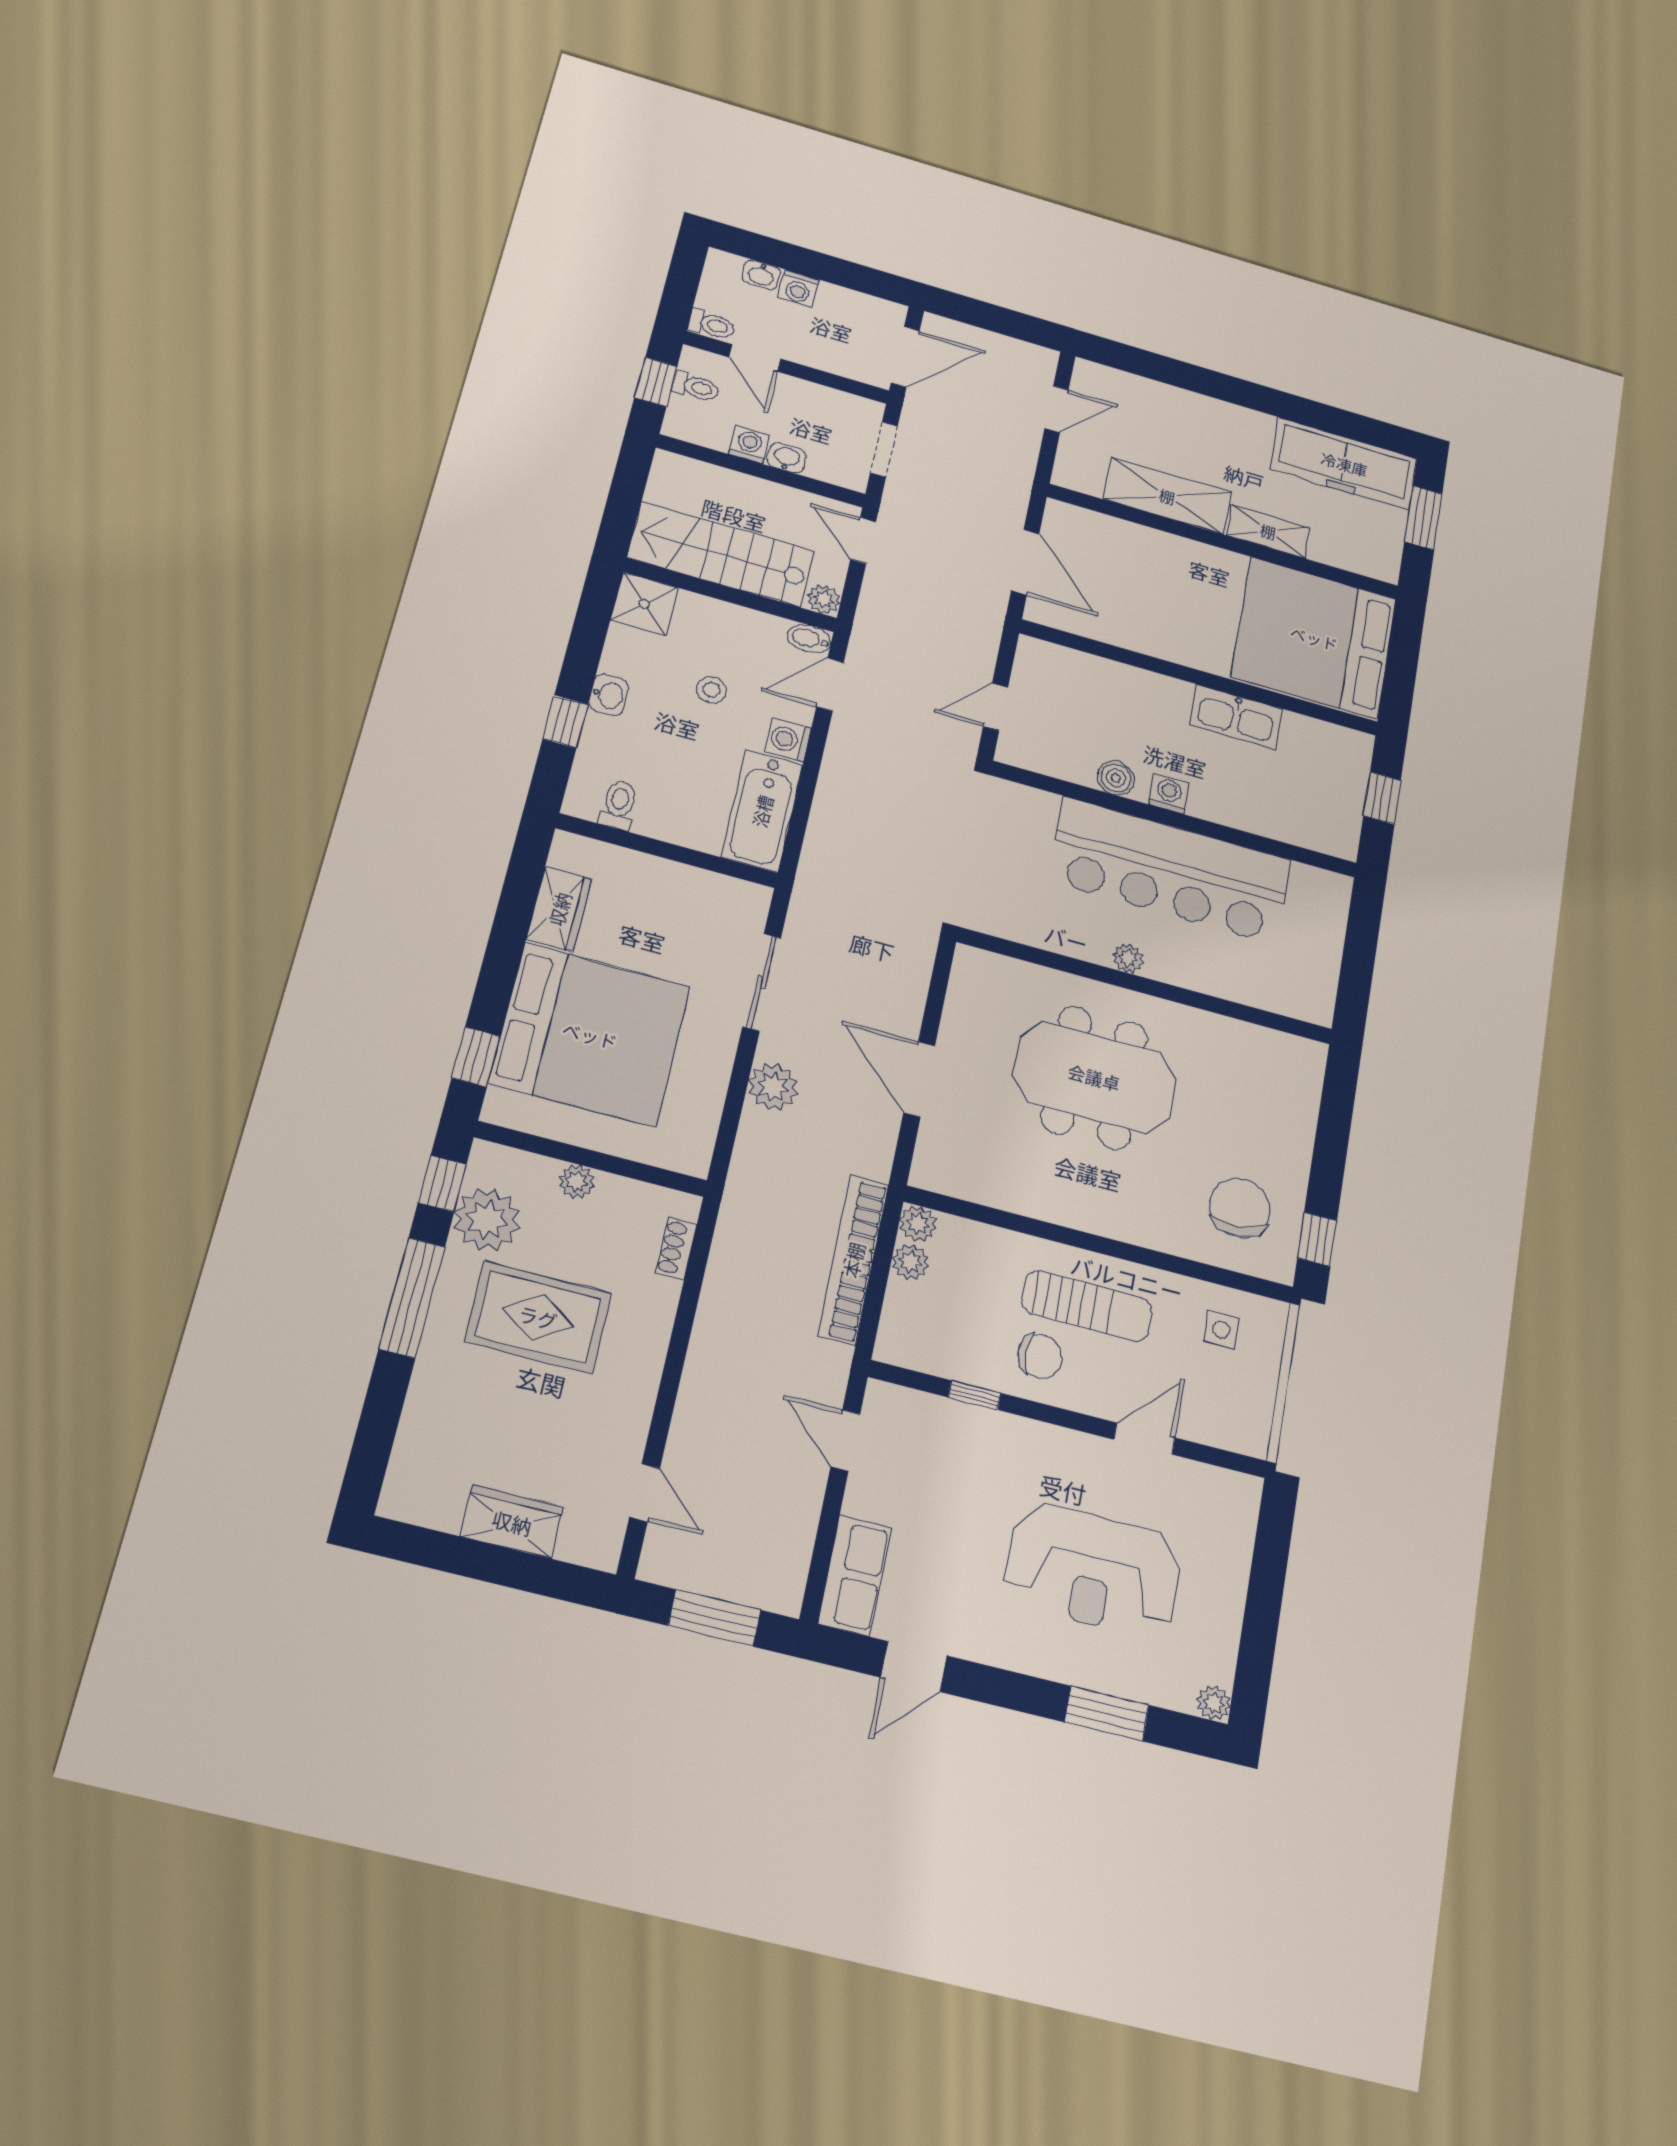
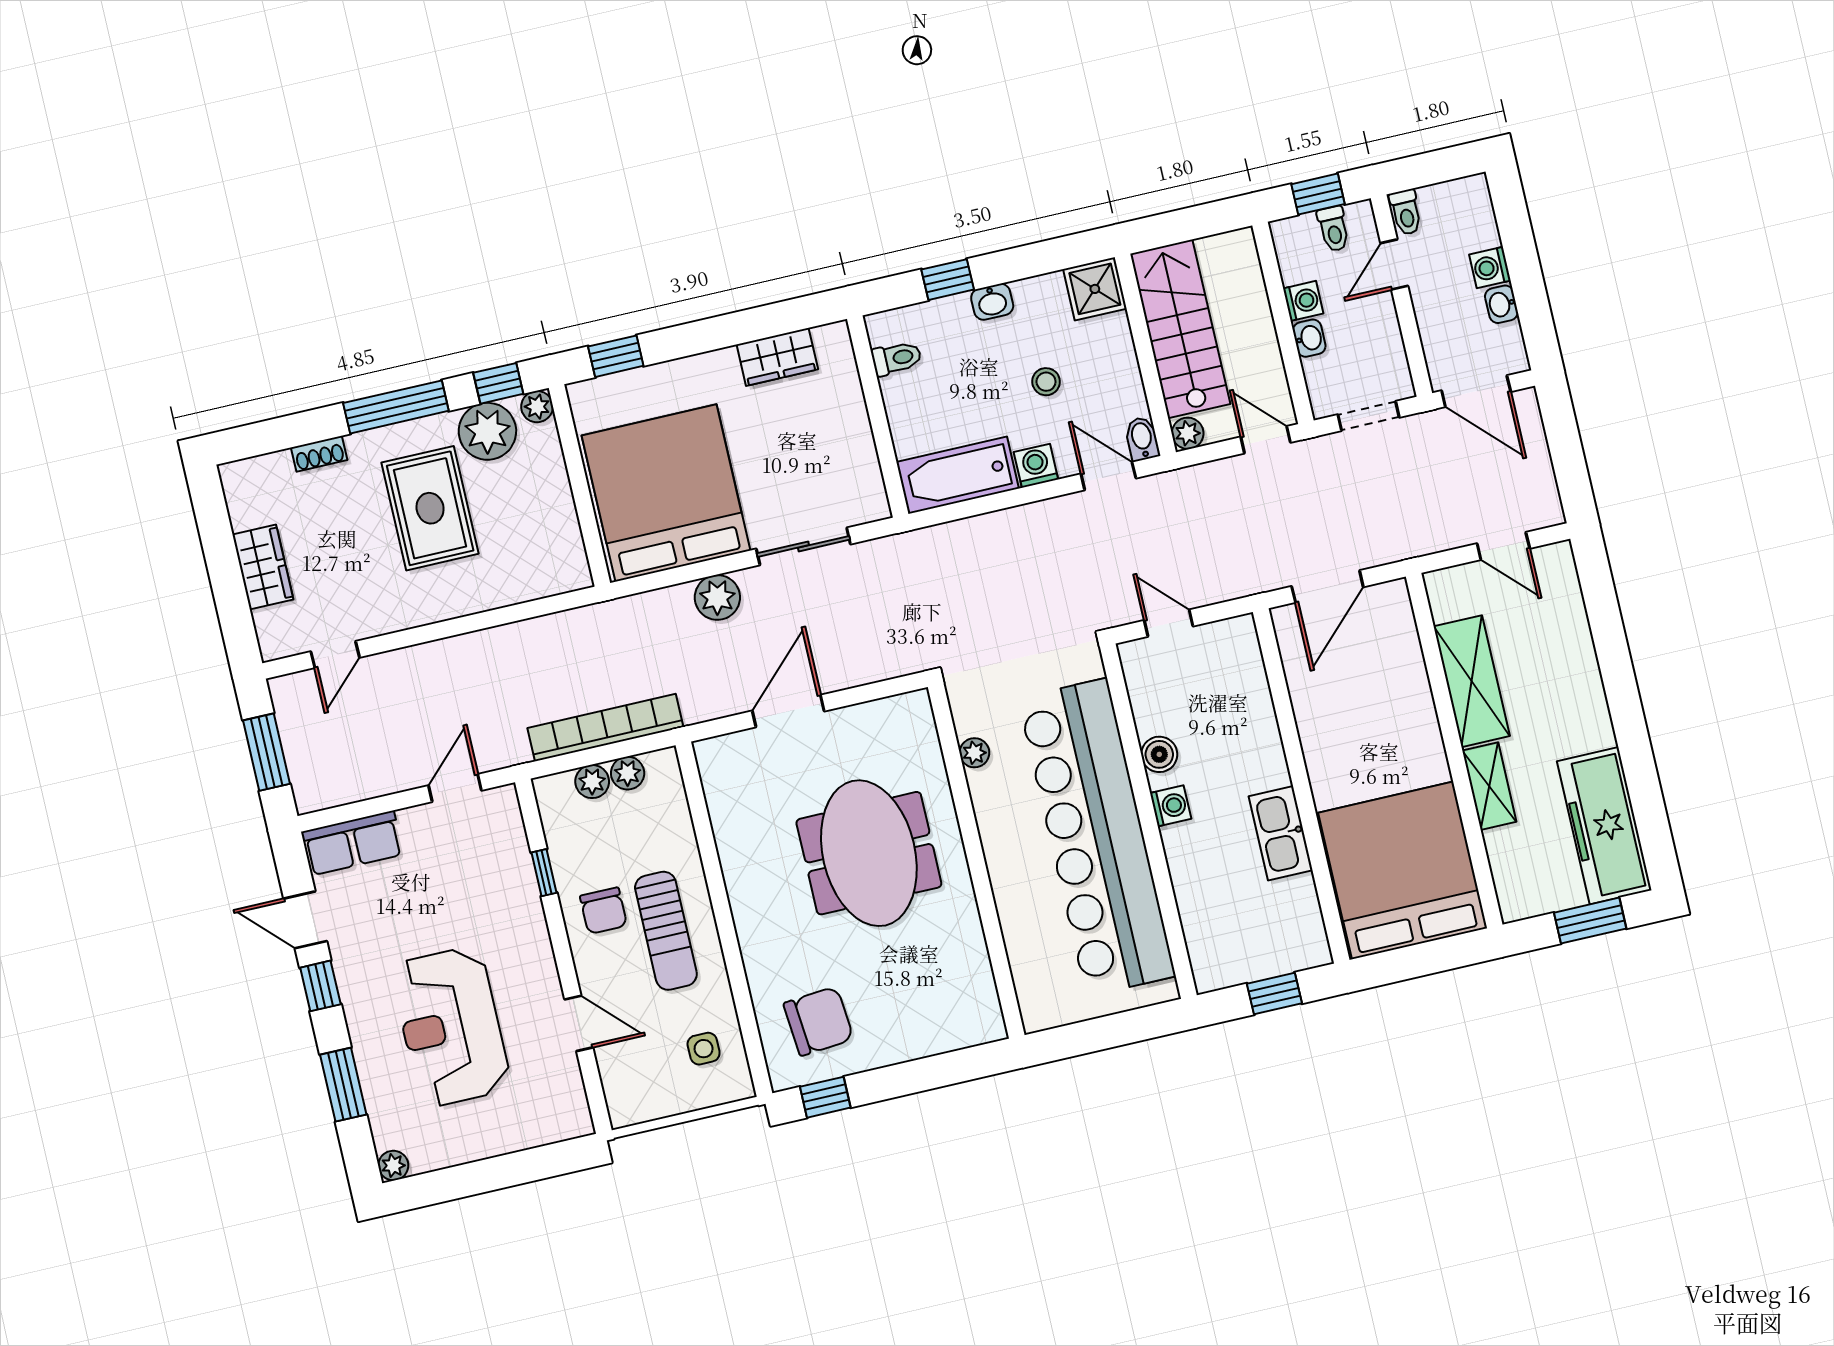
washbasin: (761, 275) -> (1501, 304), moved
door: (863, 541) -> (1266, 440), hinge flipped
bar counter: (1170, 870) -> (1097, 837), width x1.36
plant: (1128, 958) -> (974, 753), moved
bed: (590, 1035) -> (666, 493), moved, turned 180
plant: (577, 1182) -> (537, 407), moved
plant: (918, 1224) -> (592, 782), moved
shoe rack: (676, 1249) -> (319, 454), moved, turned 180
window: (992, 1685) -> (320, 986), added

